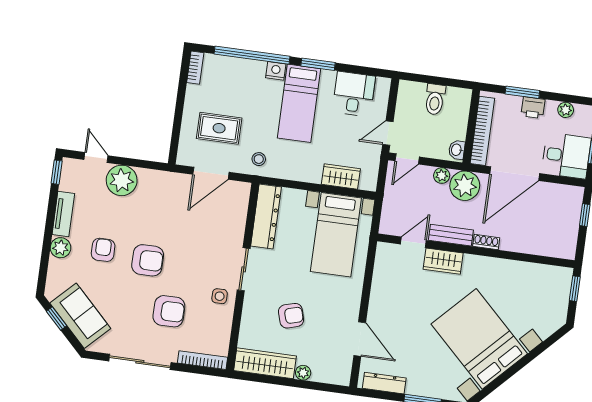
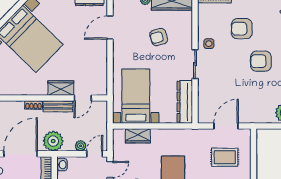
stool: (259, 159) -> (195, 140), removed
plant: (442, 176) -> (81, 146), moved
door: (360, 339) -> (110, 28), hinge flipped

